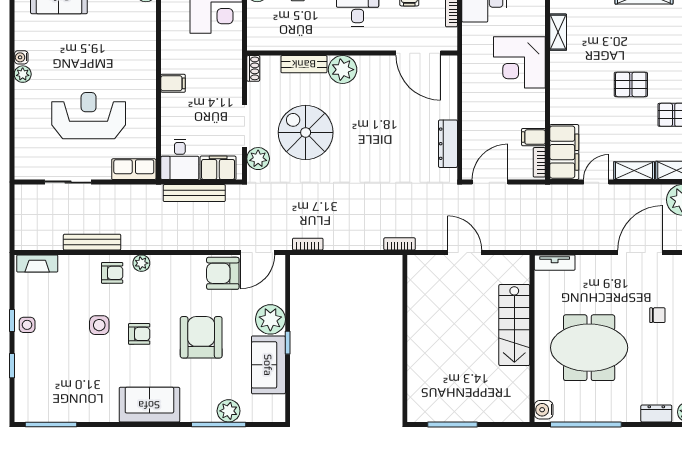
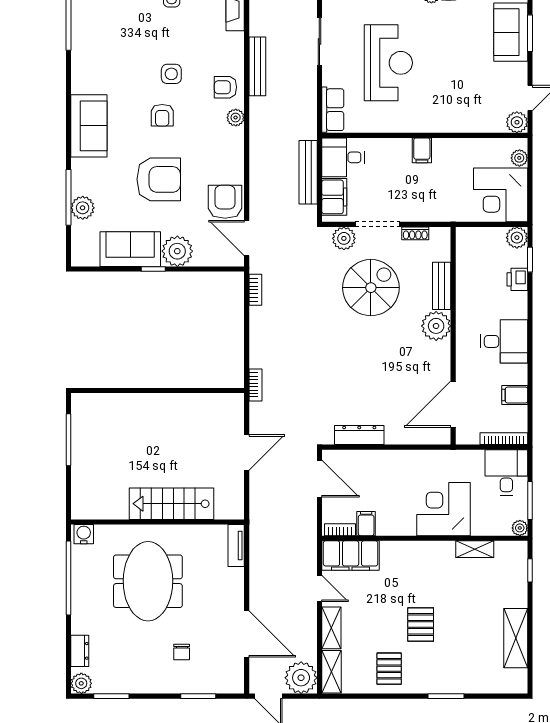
shoe rack: (253, 68) -> (415, 233), moved
armchair: (112, 273) -> (225, 87), turned 90

